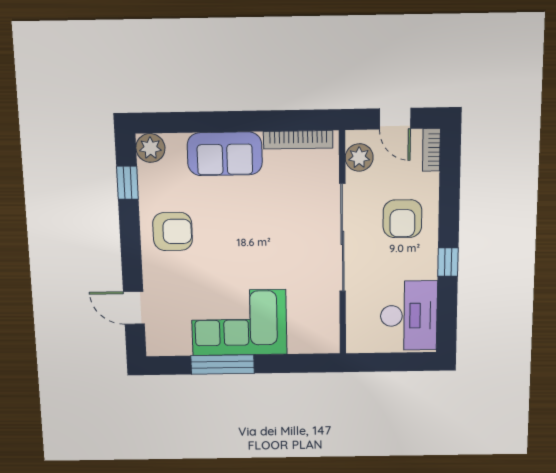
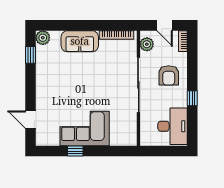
armchair: (173, 231) -> (52, 80), removed
window: (223, 365) -> (75, 151), width x0.46

